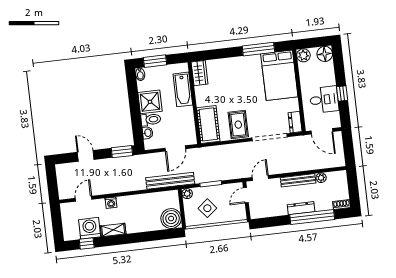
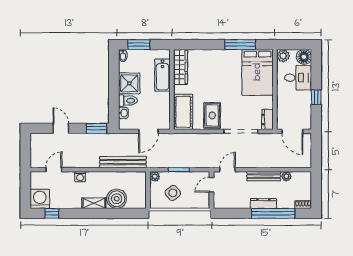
wardrobe: (200, 73) -> (181, 67), width x1.50
desk: (324, 100) -> (298, 78), moved
bench: (170, 181) -> (123, 162), moved
boiler: (171, 219) -> (117, 199), moved
washing machine: (90, 228) -> (40, 199), moved
shelving: (113, 230) -> (94, 203), moved

